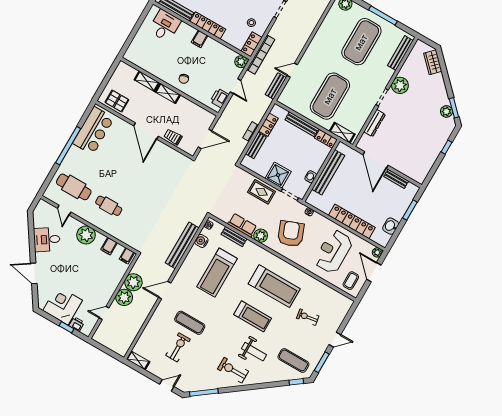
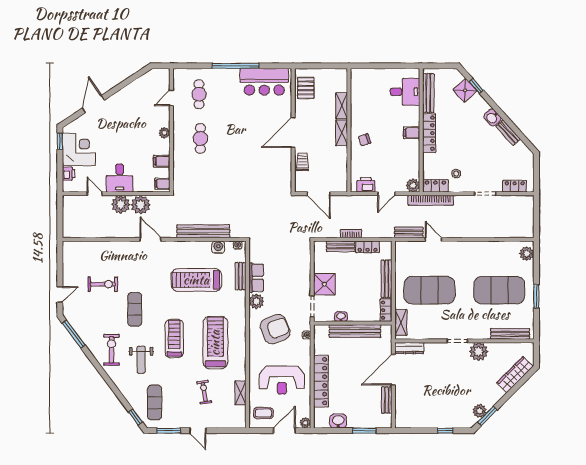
window: (383, 16) -> (536, 296), width x0.69
wardrobe: (433, 62) -> (515, 375), width x1.50
dresser: (375, 123) -> (409, 348), moved
cafe table: (74, 187) -> (199, 94), width x0.73, depth x0.74
rug: (262, 192) -> (299, 278), removed
plant: (86, 235) -> (164, 133), width x0.53, depth x0.53
desk: (47, 239) -> (120, 178), moved, turned -147
reception desk: (333, 251) -> (282, 380), turned 180
treadmill: (274, 286) -> (215, 343), turned 180
treadmill: (253, 316) -> (174, 339), turned 180
exercise mat: (190, 323) -> (135, 309), moved
window: (66, 327) -> (60, 141), moved
shelving: (138, 360) -> (240, 393), moved
door: (167, 385) -> (60, 294), hinge flipped

